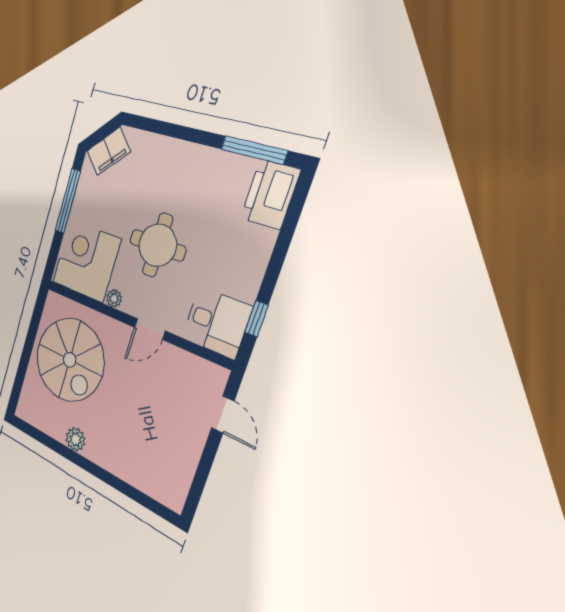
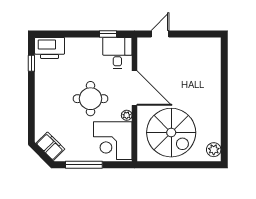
window: (254, 150) -> (31, 63), width x0.46
door: (150, 329) -> (135, 88), width x1.88
spiral stairs: (70, 360) -> (171, 133), turned 90
plant: (76, 439) -> (214, 150), moved

